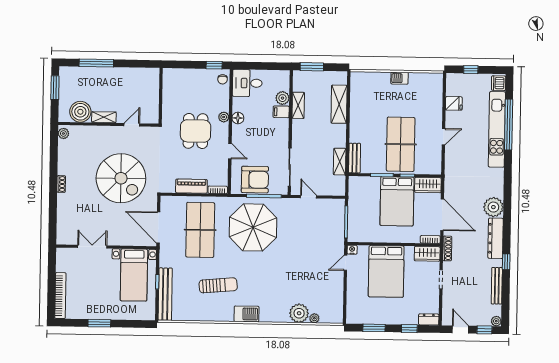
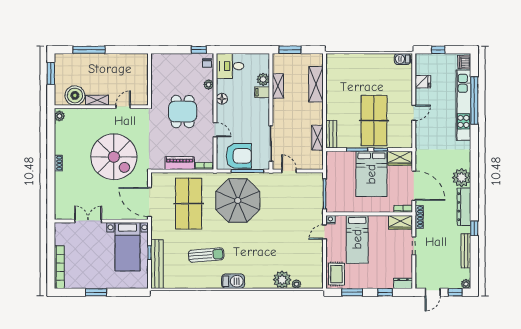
barbecue: (400, 78) -> (402, 59), moved
plant: (224, 117) -> (209, 85), moved
bed: (386, 271) -> (357, 239), width x0.67
rug: (358, 308) -> (336, 274), added
door: (460, 329) -> (433, 292), swing flipped

